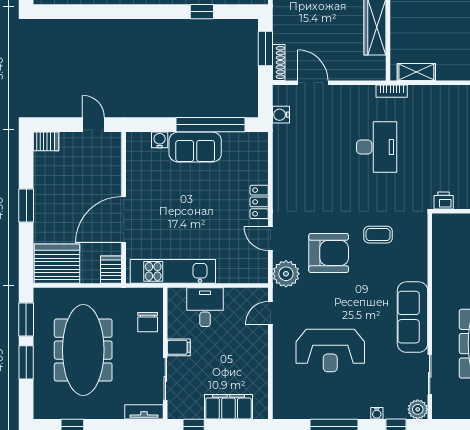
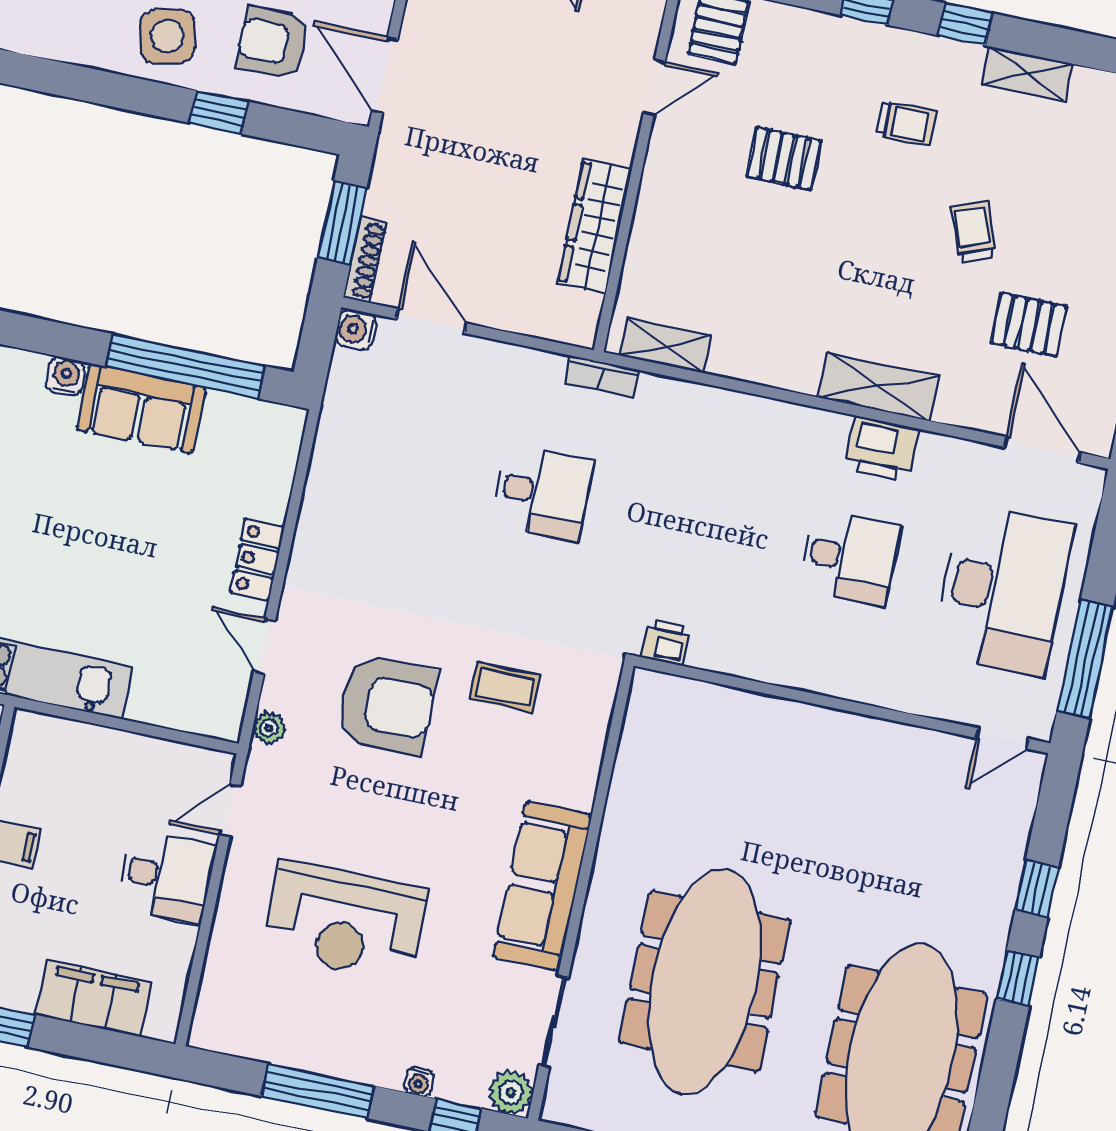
water cooler: (281, 115) -> (356, 330), moved
desk: (377, 147) -> (542, 493), width x0.73
plant: (286, 274) -> (269, 728), width x0.53, depth x0.53
desk: (205, 307) -> (166, 876), moved, turned 90

